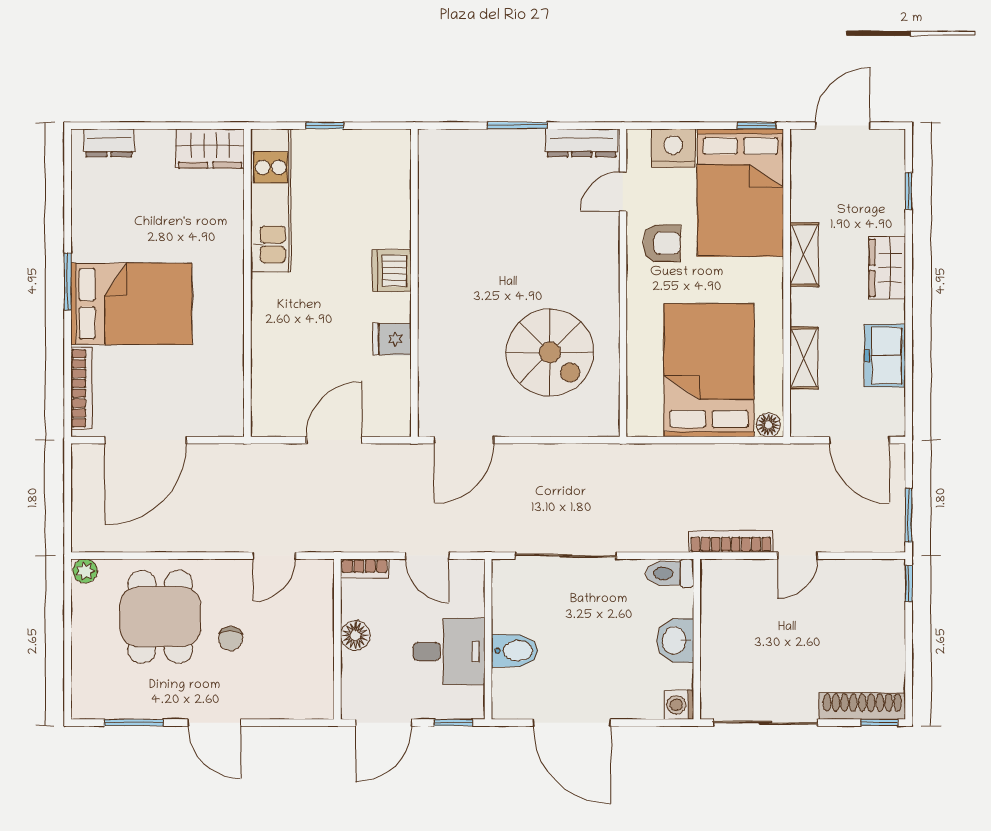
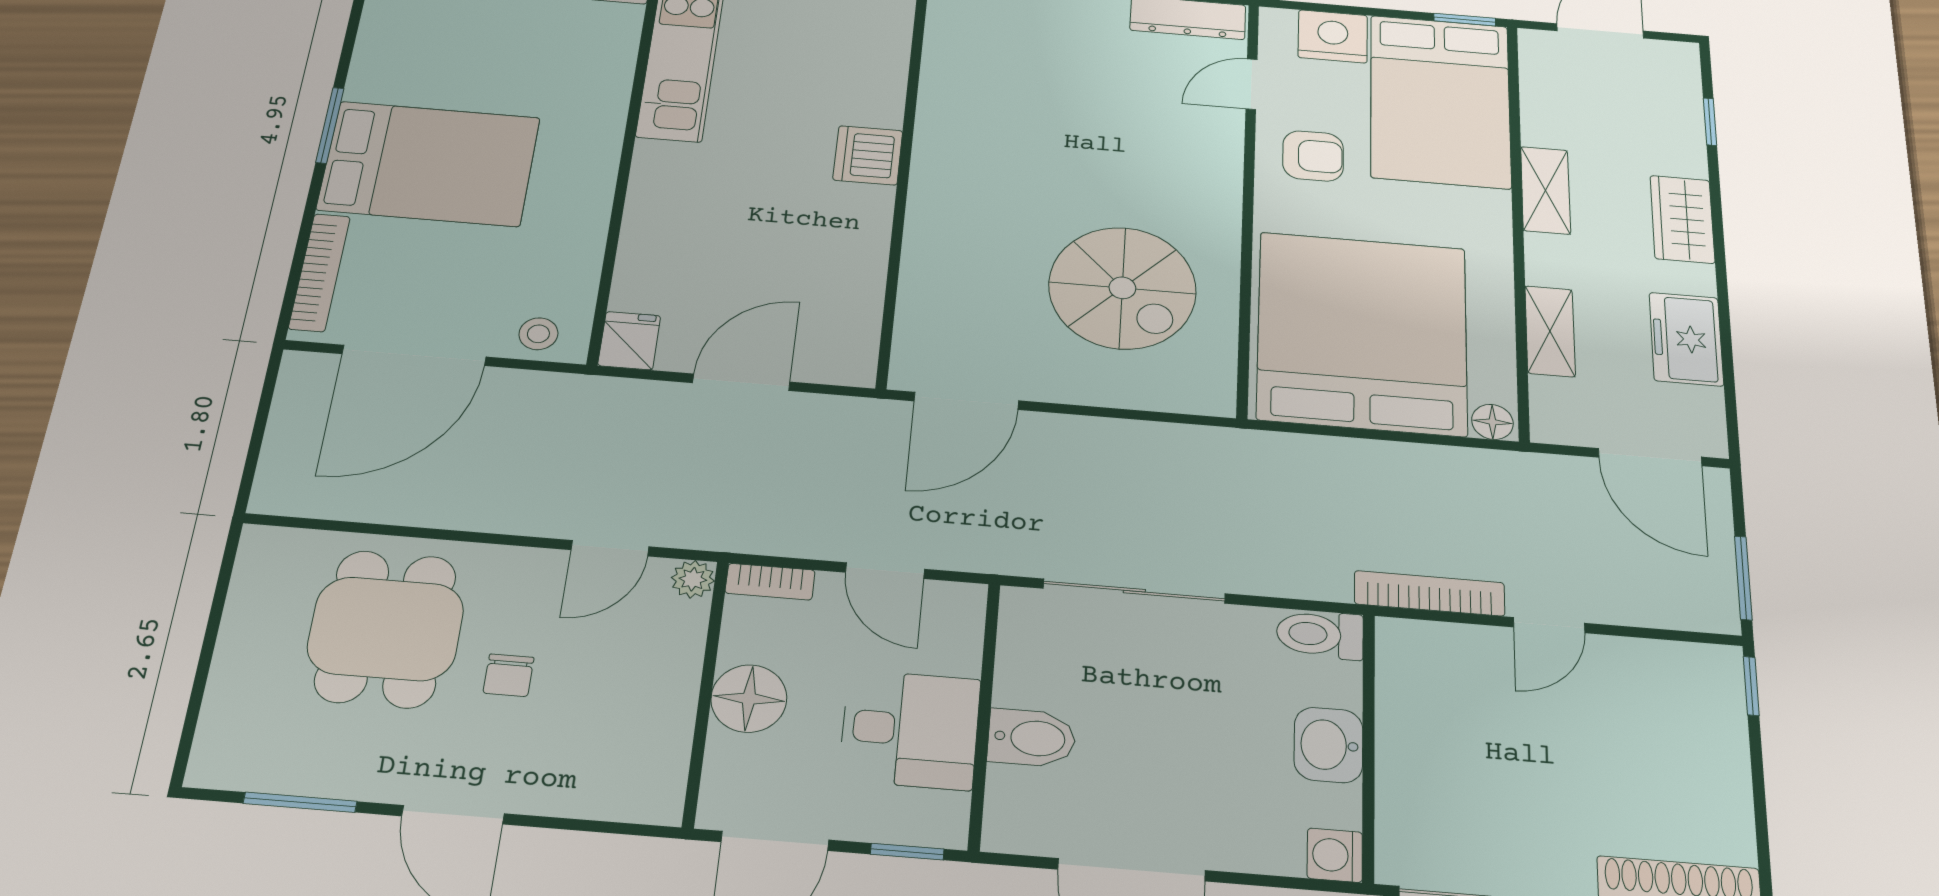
fridge: (392, 339) -> (629, 341), moved, turned 90
bed: (709, 370) -> (1362, 333), width x1.36
stool: (214, 418) -> (538, 334), added
plant: (85, 571) -> (693, 579), moved
floor lamp: (355, 635) -> (749, 699), width x1.38, depth x1.38

